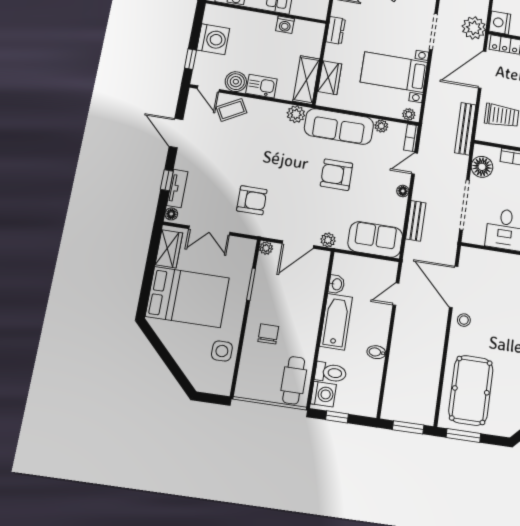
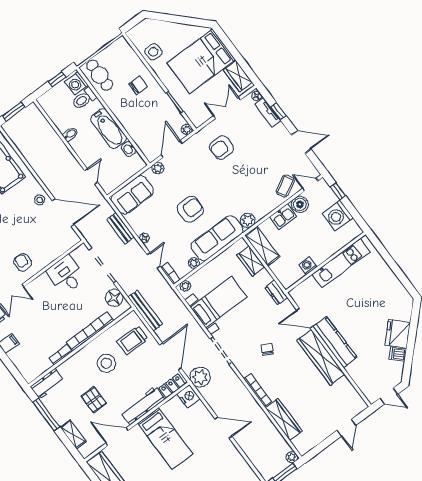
chair: (268, 334) -> (138, 85), turned -90

